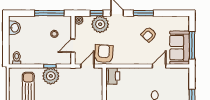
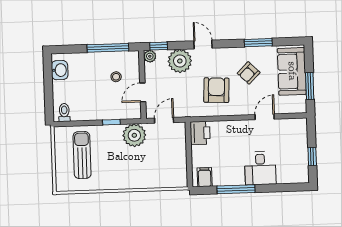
window: (96, 13) -> (159, 46), moved
window: (143, 13) -> (258, 43), moved
window: (192, 45) -> (310, 86), width x0.69
sofa: (180, 48) -> (292, 71), moved
armchair: (104, 54) -> (216, 90), moved
plant: (51, 76) -> (134, 135), moved

